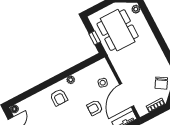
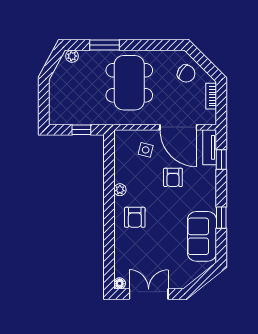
window: (153, 25) -> (105, 45), added
dining table: (118, 30) -> (129, 83), moved, turned 90
armchair: (59, 97) -> (135, 217), turned 90

